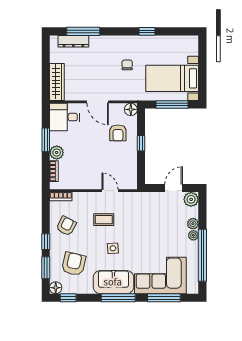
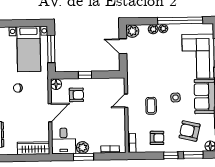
plant: (57, 153) -> (83, 147), moved
armchair: (66, 226) -> (157, 138), turned 153

